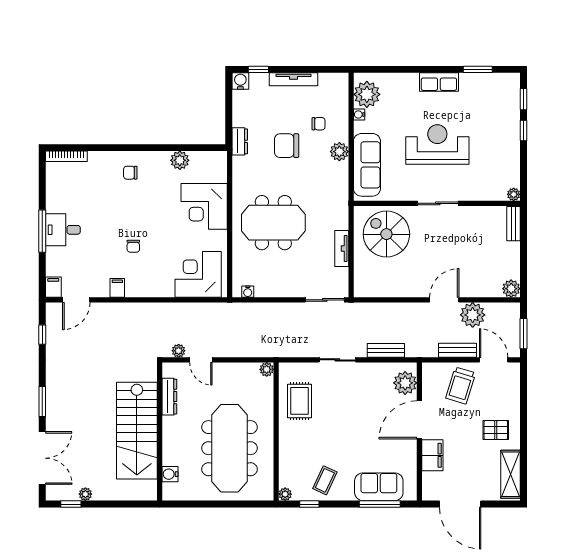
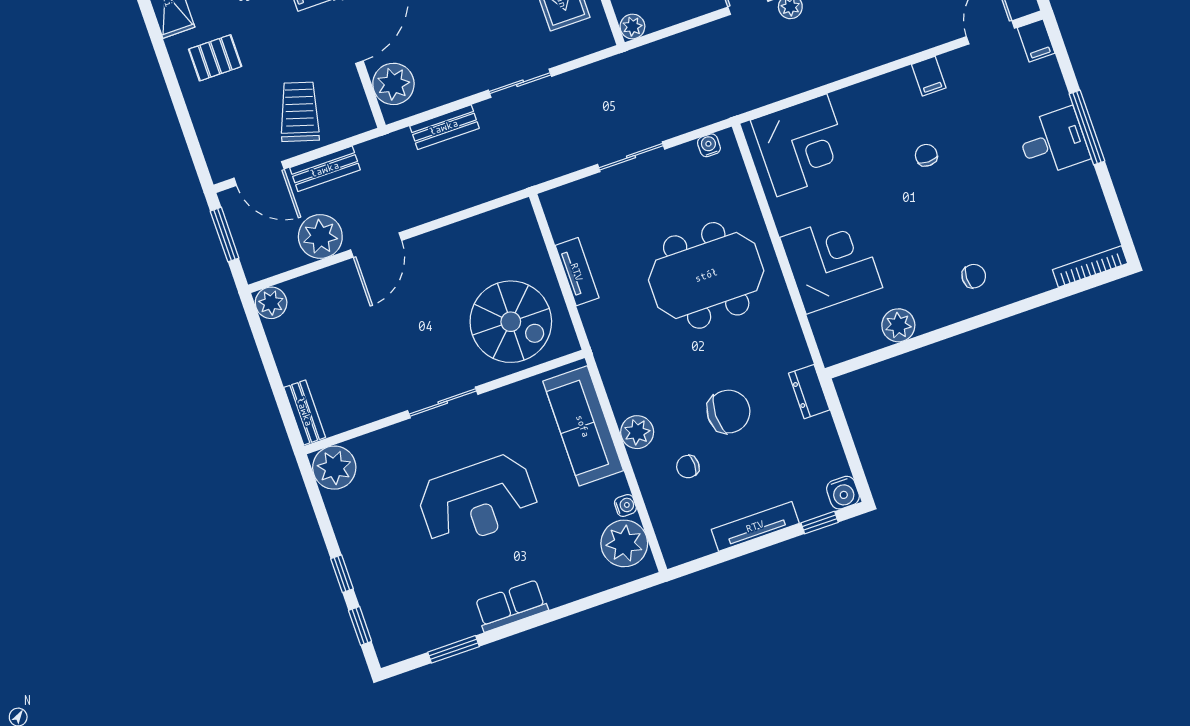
plant: (514, 194) -> (334, 468), width x1.87, depth x1.87
sliding door: (325, 300) -> (631, 157), moved

